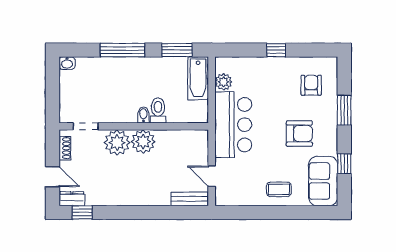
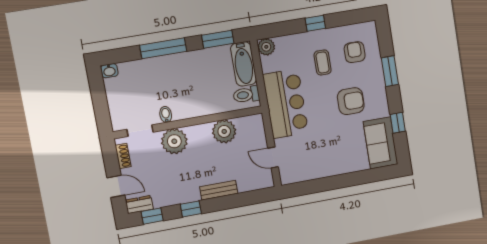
plant: (223, 82) -> (266, 47), moved
toilet: (158, 110) -> (246, 95), moved, turned -90
bidet: (143, 115) -> (166, 115), moved
plant: (143, 142) -> (224, 131), moved
coffee table: (279, 189) -> (323, 62), moved, turned 90
bench: (189, 199) -> (219, 190), moved
window: (121, 213) -> (191, 209), added

